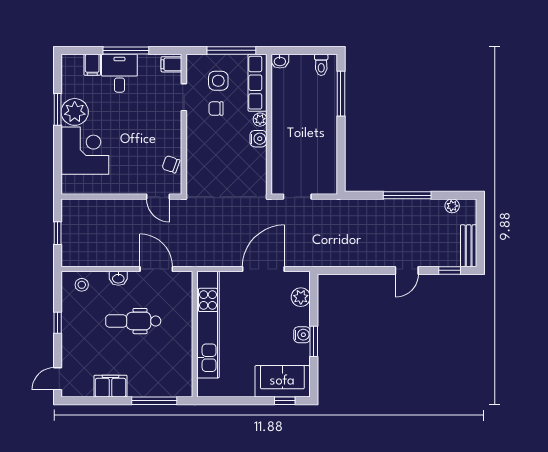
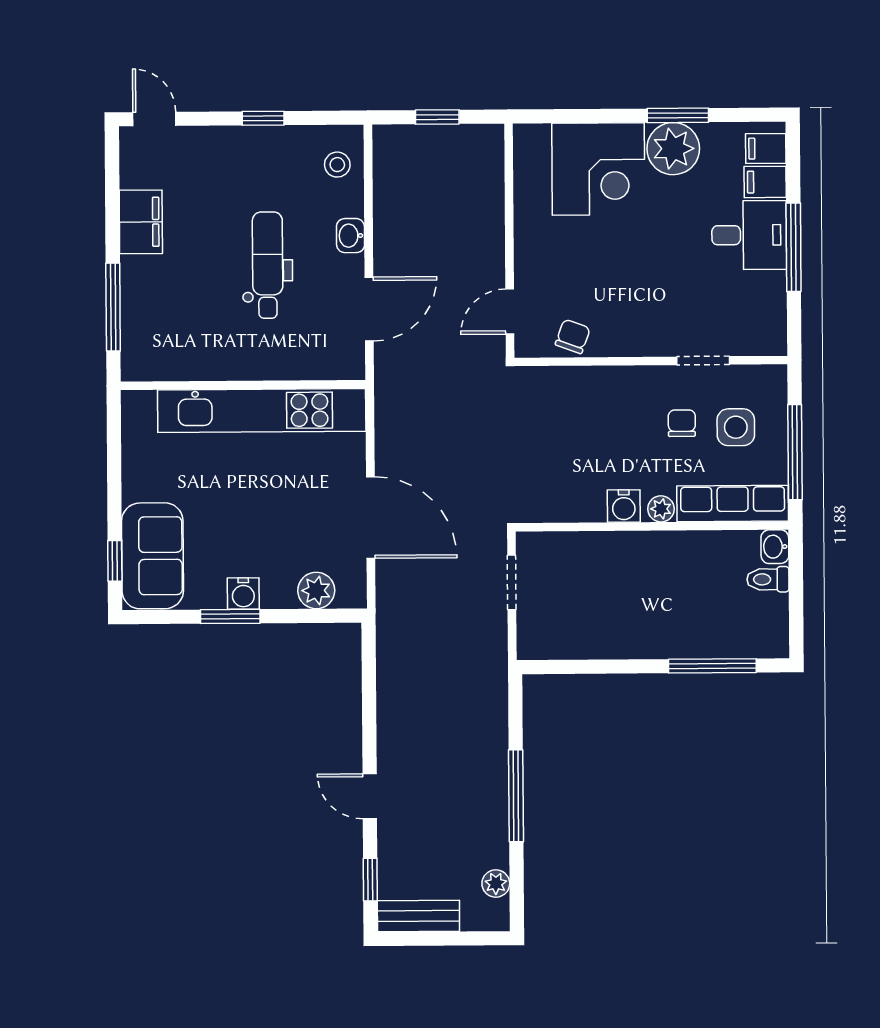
filing cabinet: (171, 64) -> (766, 148), moved, turned -90
toilet: (321, 65) -> (768, 579), moved

